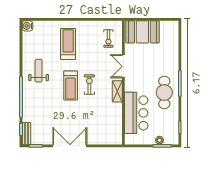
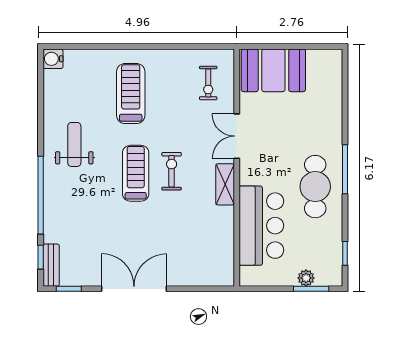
treadmill: (71, 86) -> (136, 173), turned 180

